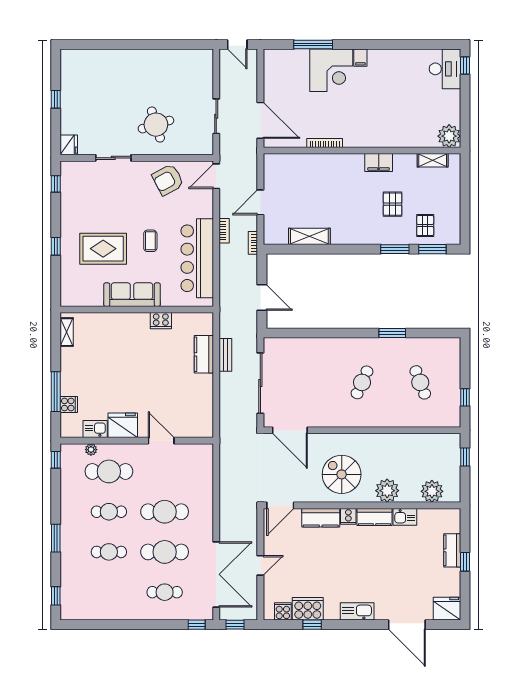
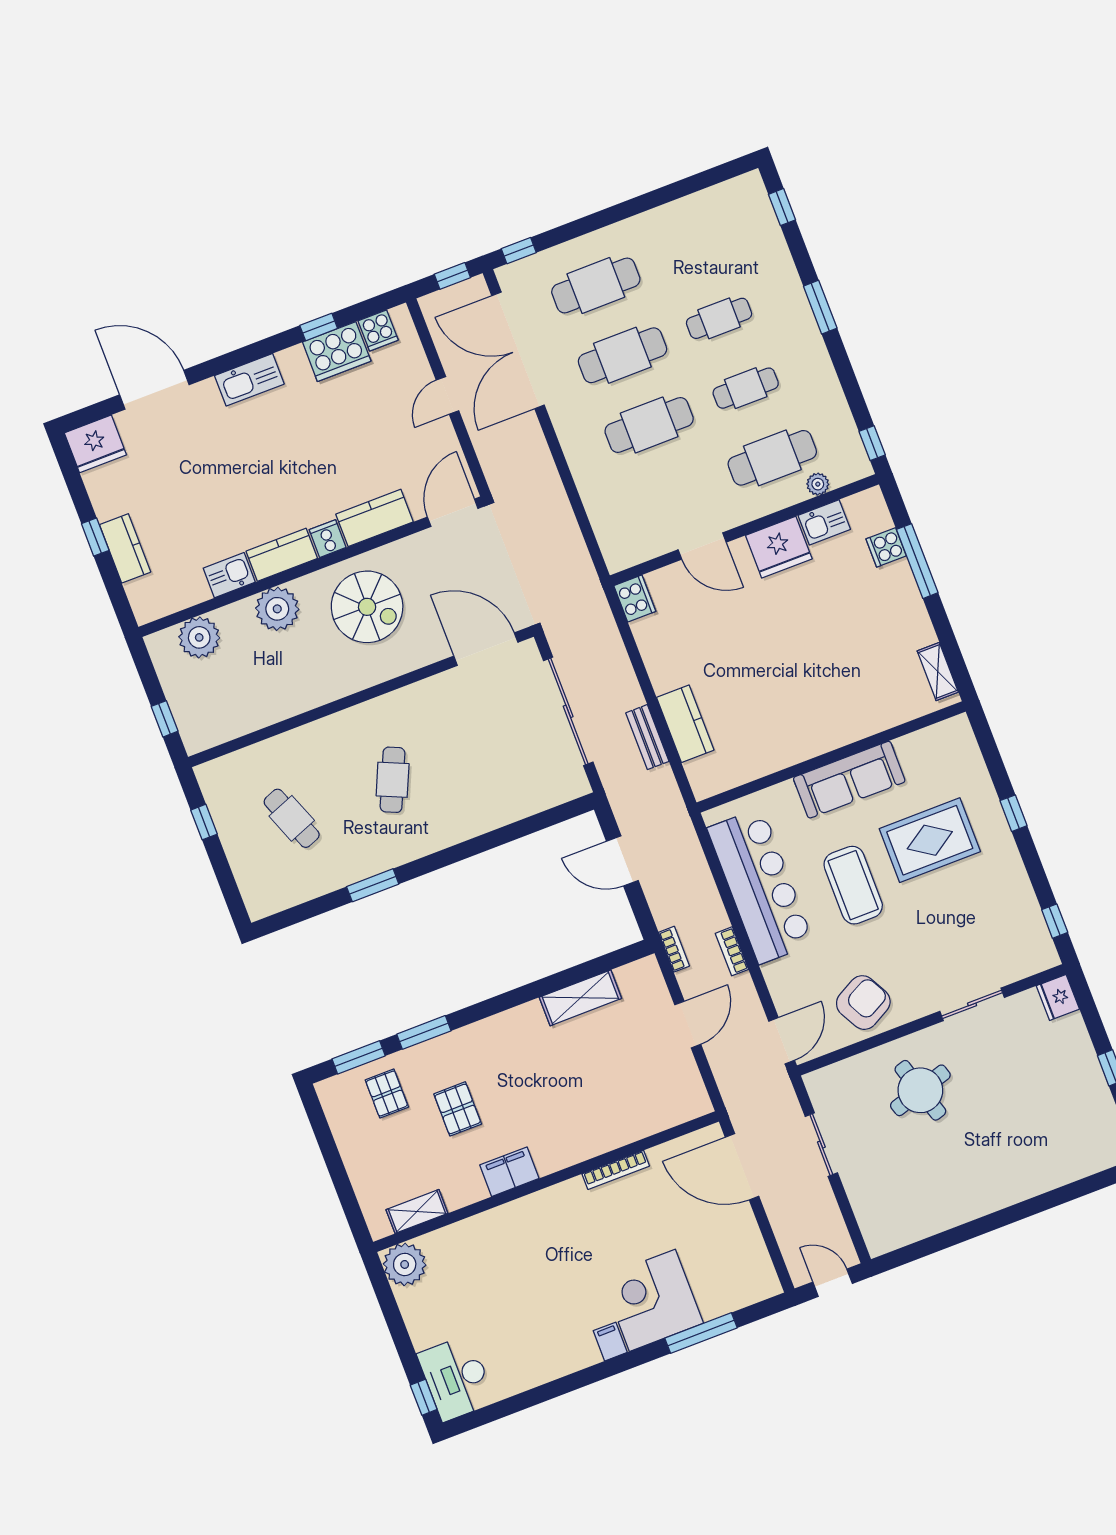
coffee table: (150, 241) -> (853, 885), width x1.86, depth x1.72
cooker: (161, 321) -> (635, 599), moved, turned 90
cafe table: (165, 592) -> (596, 285), width x1.37, depth x1.35

